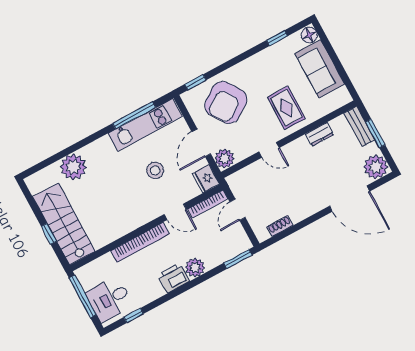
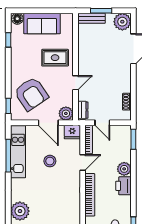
dresser: (320, 134) -> (83, 110), moved

